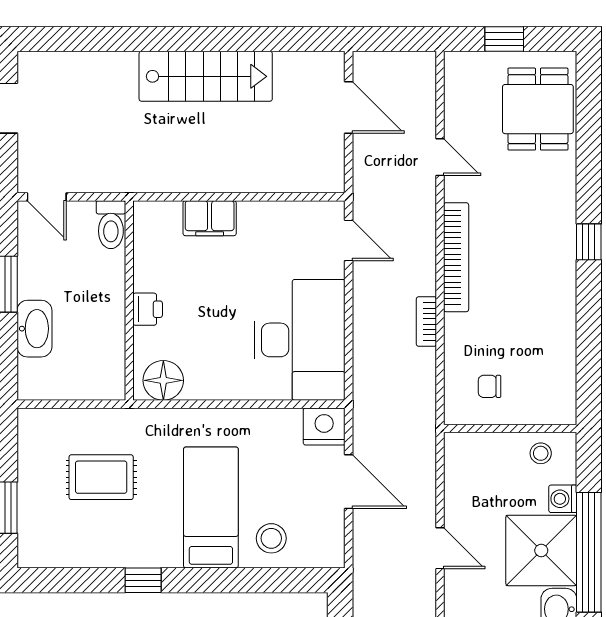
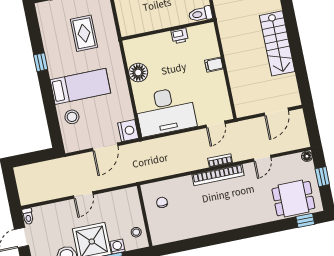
floor lamp: (455, 63) -> (307, 156), added
filing cabinet: (210, 218) -> (214, 65), width x0.50
window: (589, 242) -> (305, 220), moved
printer: (148, 309) -> (180, 36), moved
bookcase: (426, 322) -> (220, 160), moved
floor lamp: (163, 380) -> (138, 73), moved

